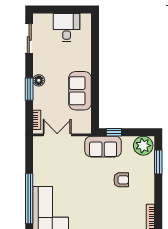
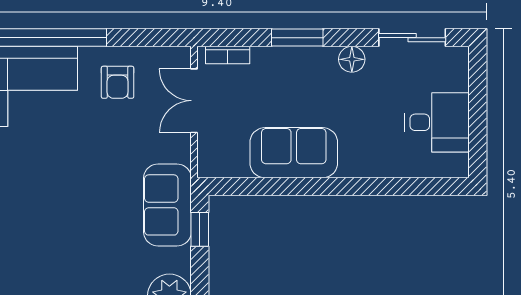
floor lamp: (39, 80) -> (352, 59), moved
double door: (57, 135) -> (194, 101), swing flipped
armchair: (121, 180) -> (118, 82), moved

